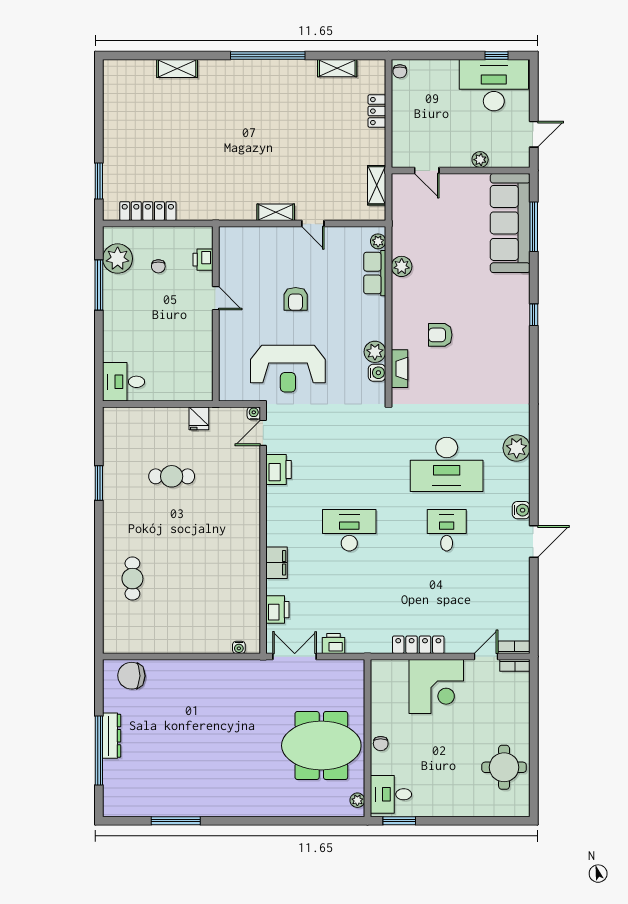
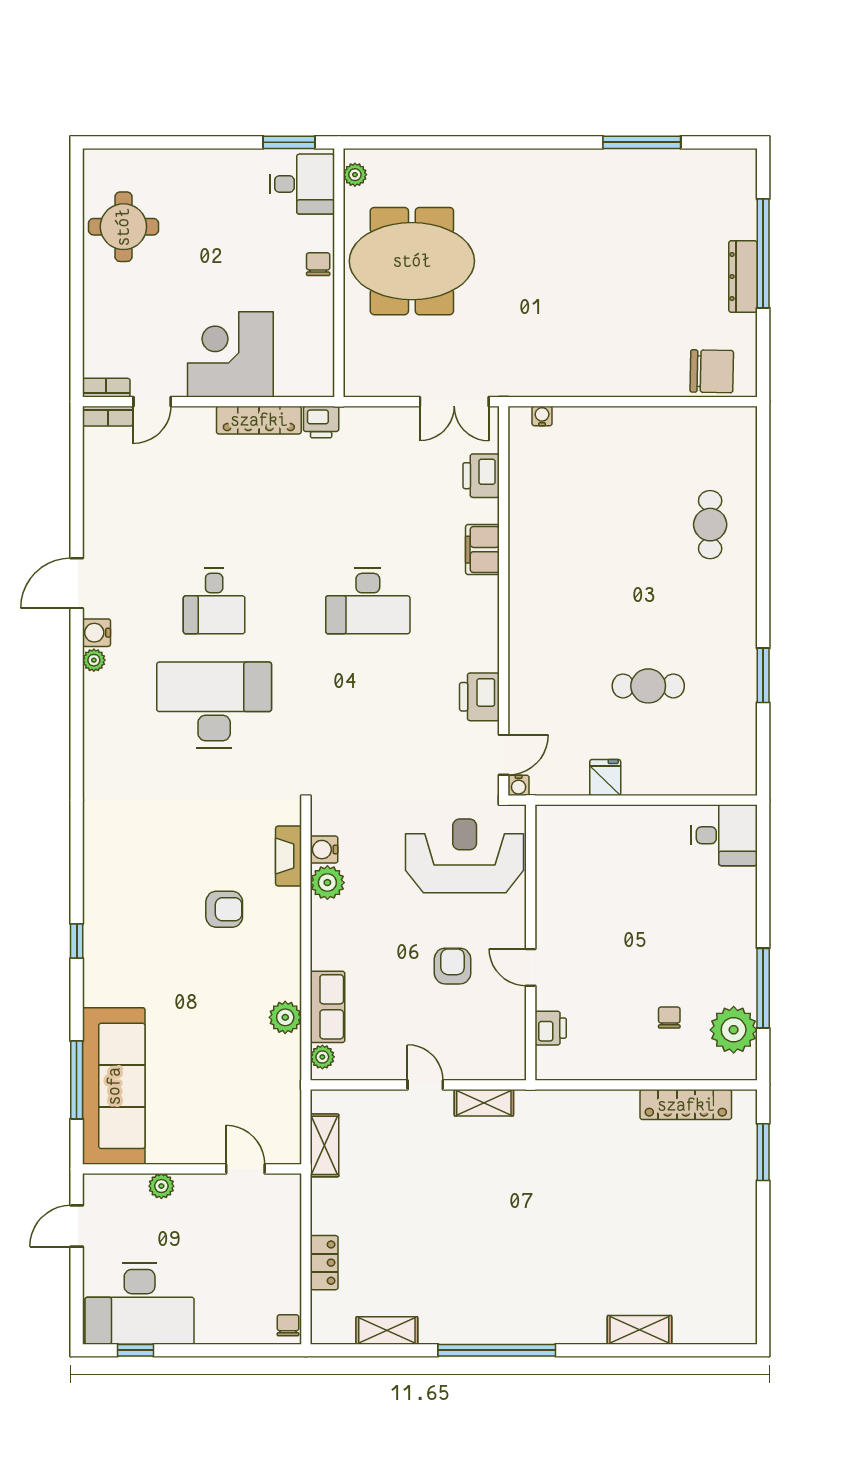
printer: (203, 260) -> (551, 1028), moved
door: (216, 298) -> (531, 967), moved
wall: (216, 314) -> (531, 943), moved
plant: (517, 448) -> (94, 660), moved, width x0.53, depth x0.53
printer: (334, 644) -> (321, 422), moved

